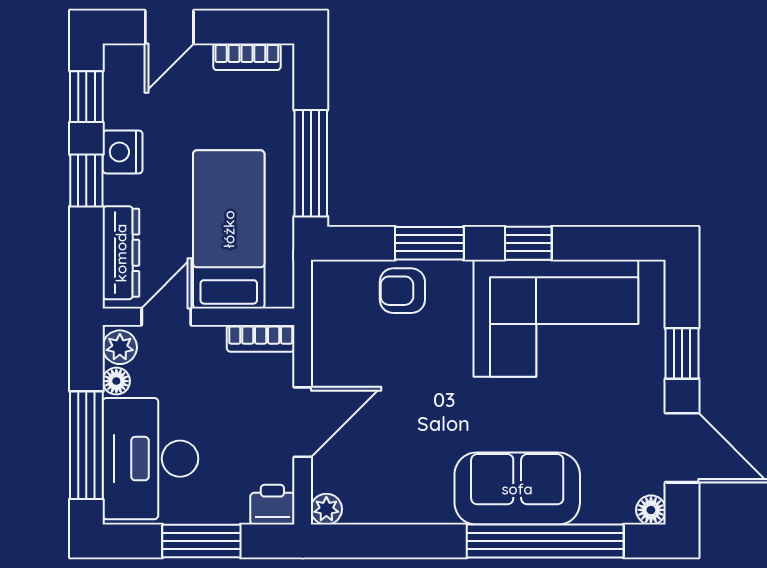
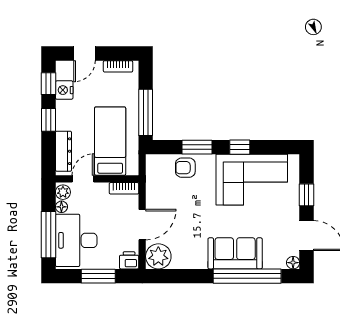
nightstand: (123, 152) -> (64, 90), moved
plant: (326, 509) -> (158, 256), width x1.88, depth x1.88

